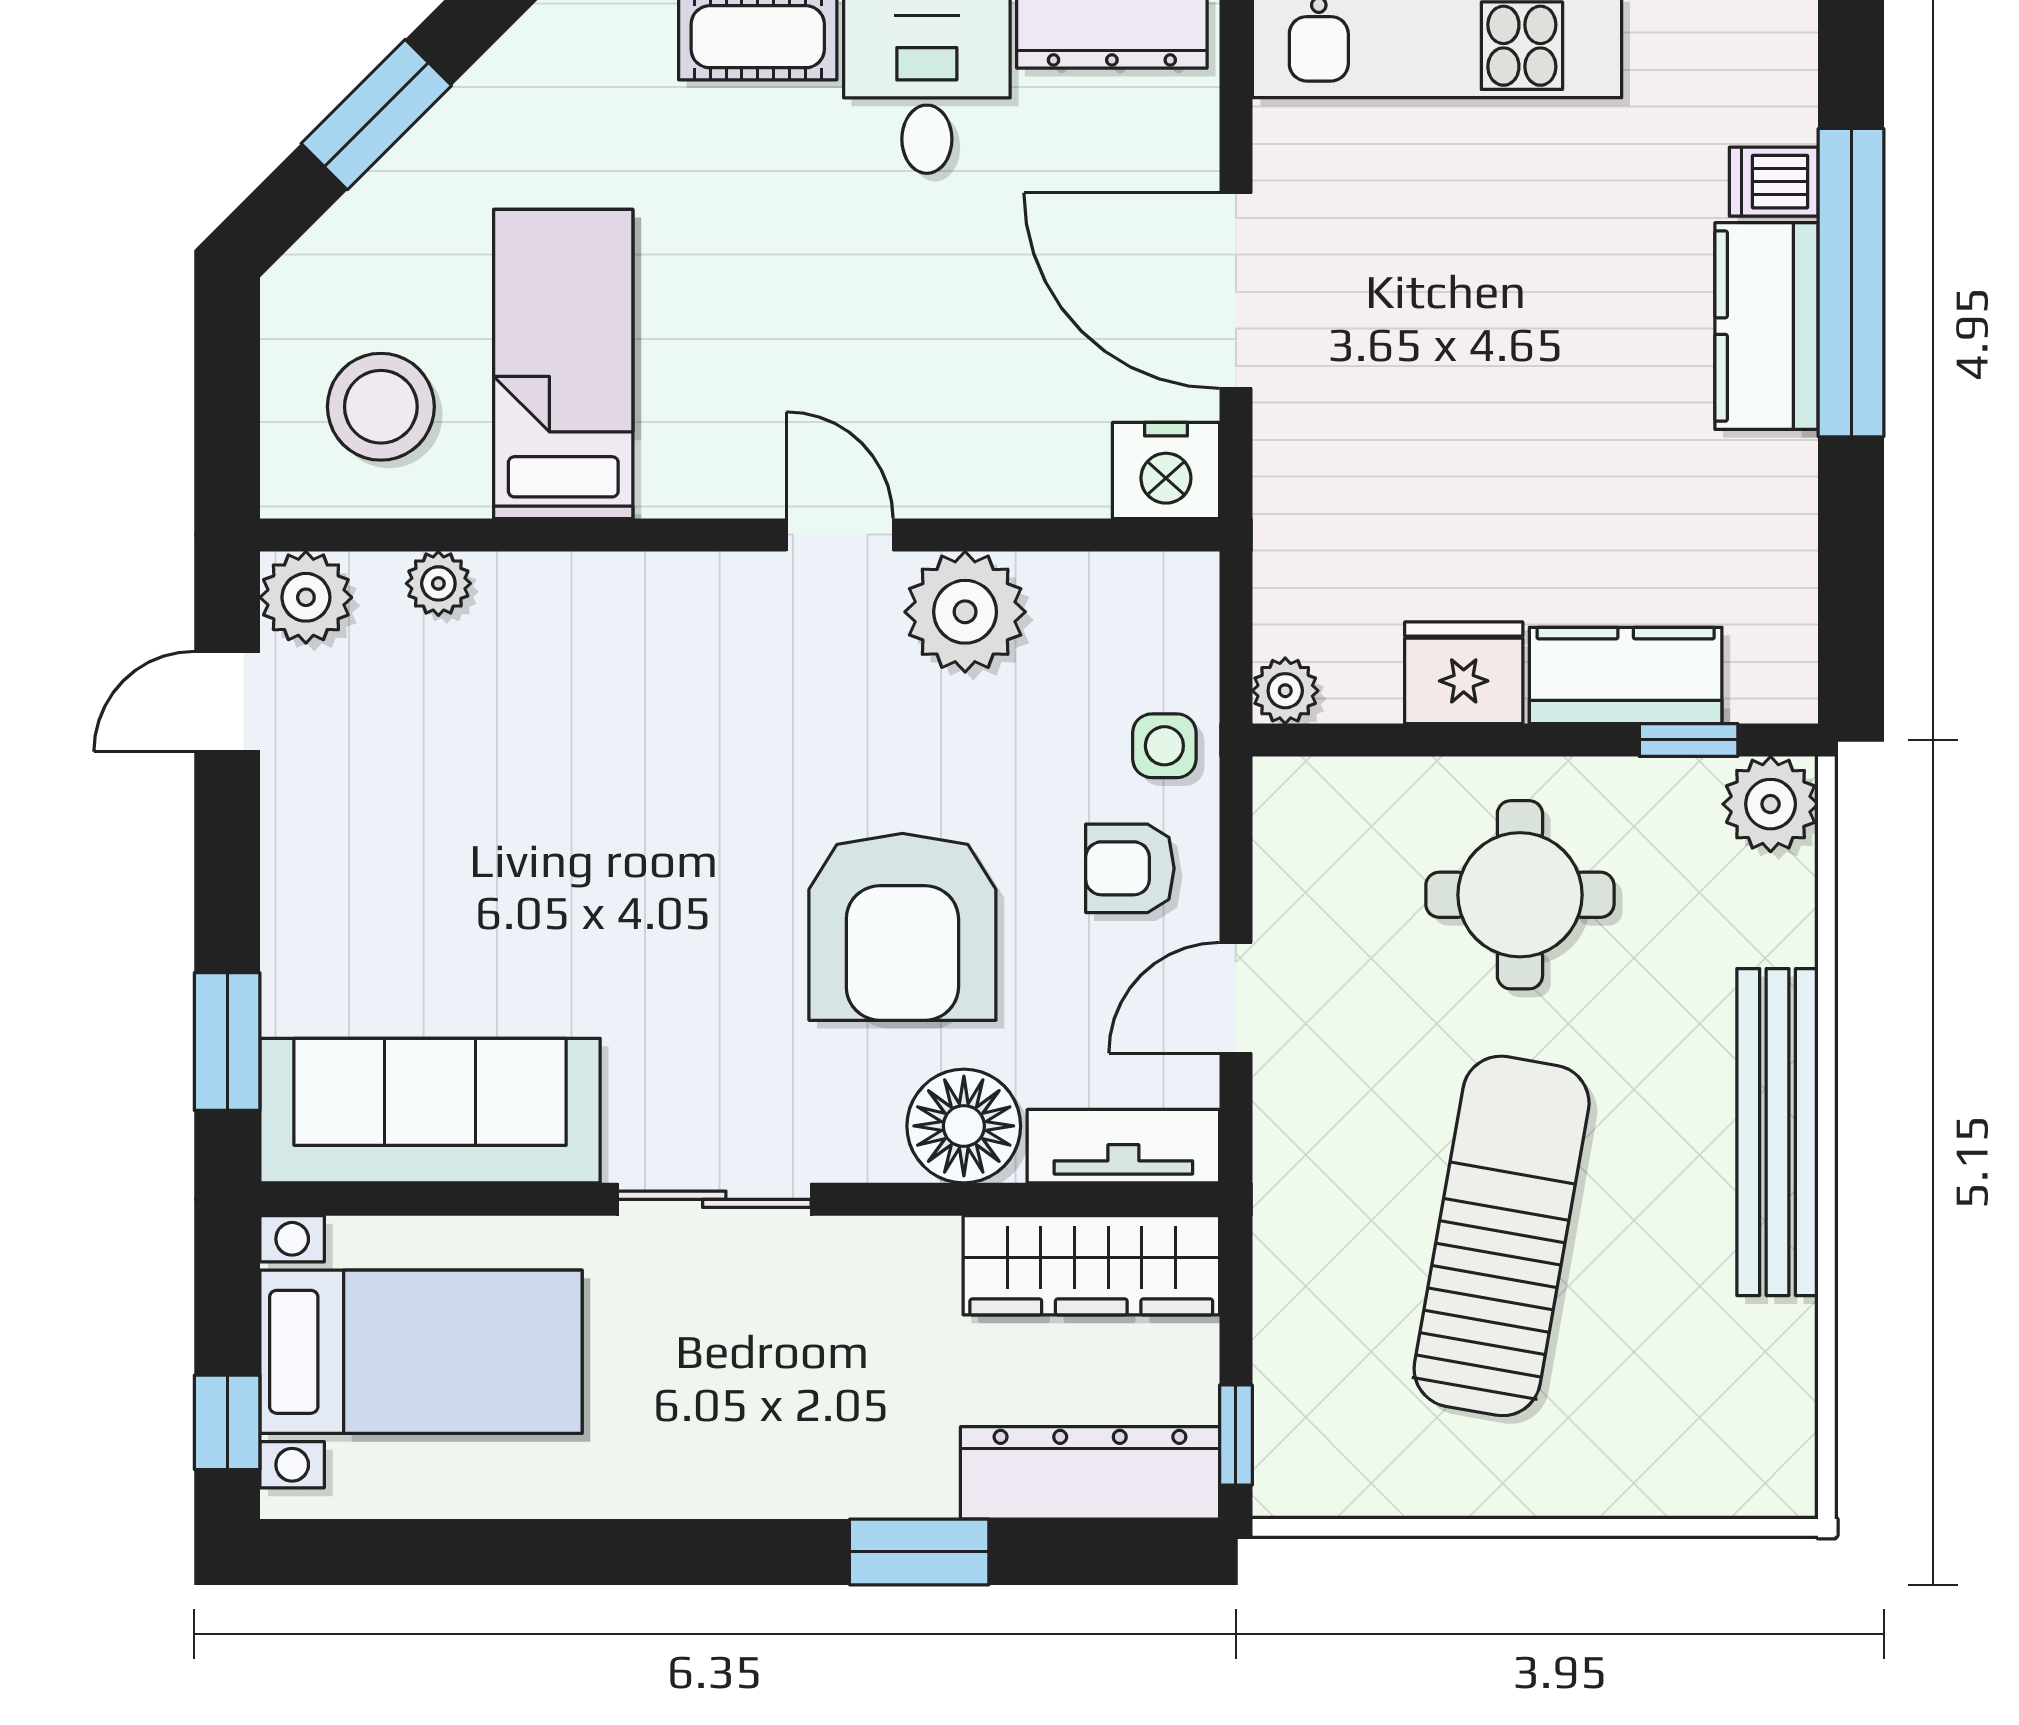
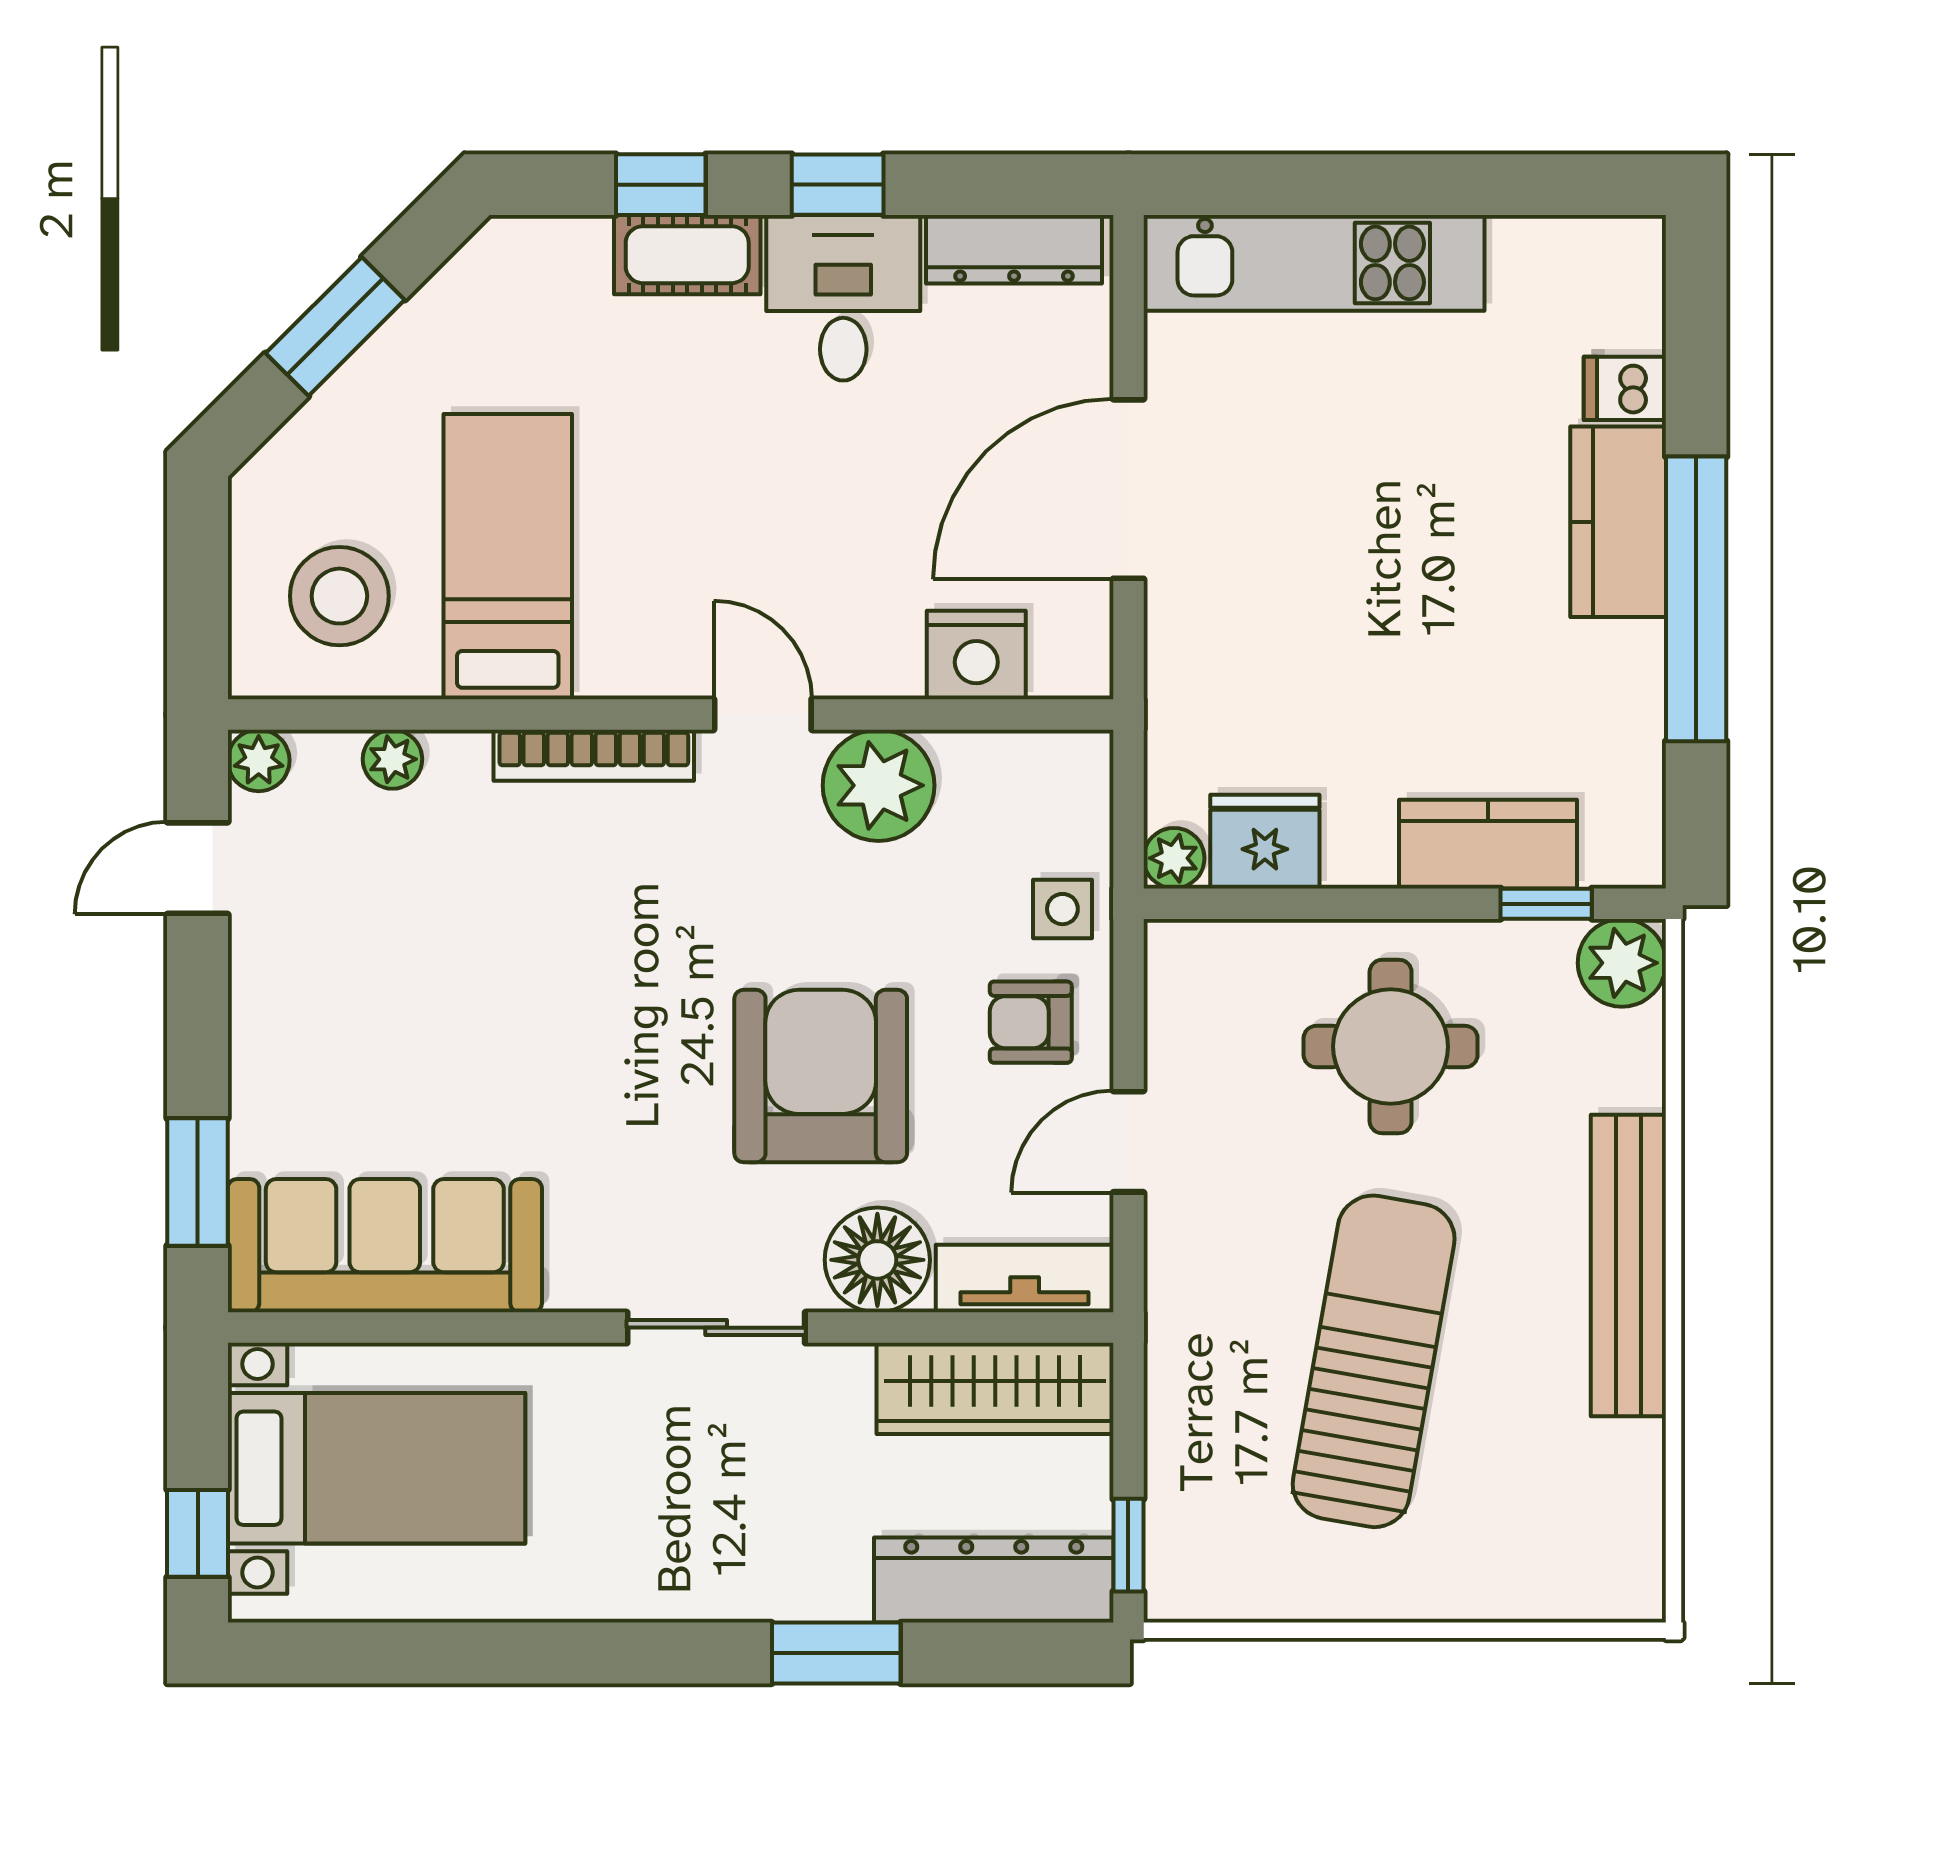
window: (1851, 283) -> (1696, 599), moved
door: (1236, 291) -> (1128, 489), hinge flipped
nightstand: (1166, 471) -> (976, 655), moved
bookcase: (657, 579) -> (594, 755), added
plant: (306, 597) -> (259, 760), width x0.73, depth x0.73
fridge: (1464, 673) -> (1265, 842), moved
armchair: (902, 927) -> (821, 1076), turned 180
sliding door: (714, 1199) -> (716, 1328), moved

